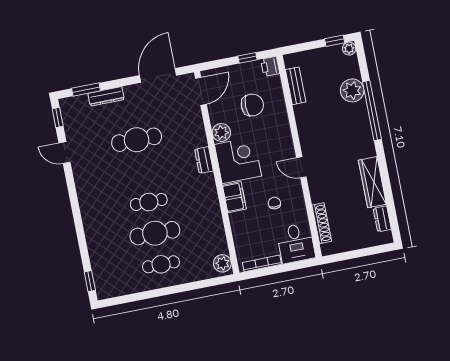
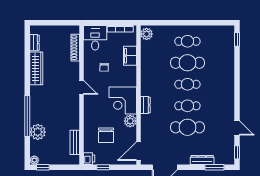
chair: (252, 105) -> (106, 135), turned -90
cafe table: (143, 171) -> (187, 106), added
filing cabinet: (234, 197) -> (130, 56), moved

